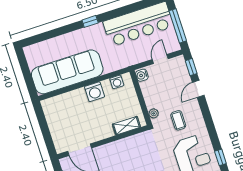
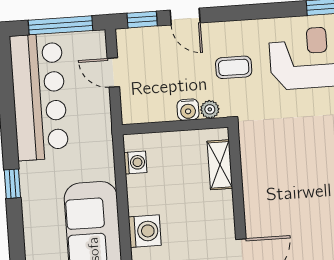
water cooler: (142, 75) -> (188, 110), moved
washing machine: (94, 92) -> (145, 231), moved

